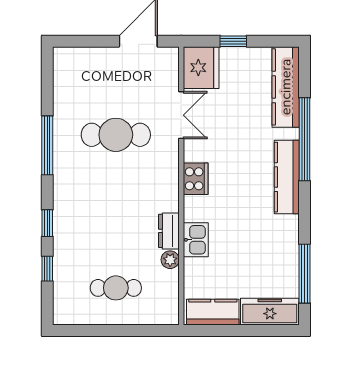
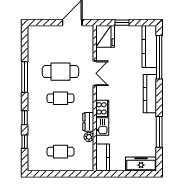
double door: (181, 115) -> (95, 73), moved
window: (304, 139) -> (159, 57), moved
cooker: (196, 179) -> (102, 108), moved
cafe table: (116, 186) -> (60, 98), added
window: (304, 274) -> (159, 132), moved
kitchen counter: (213, 312) -> (103, 157), moved, turned 90

